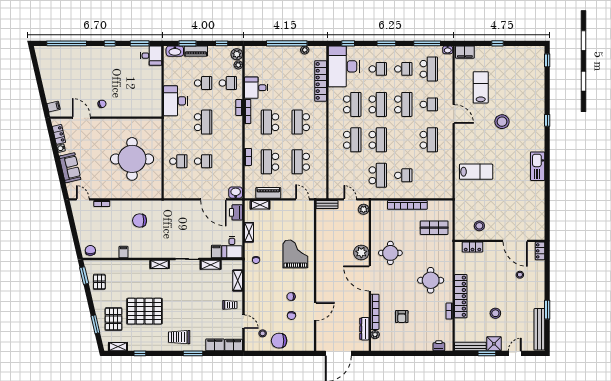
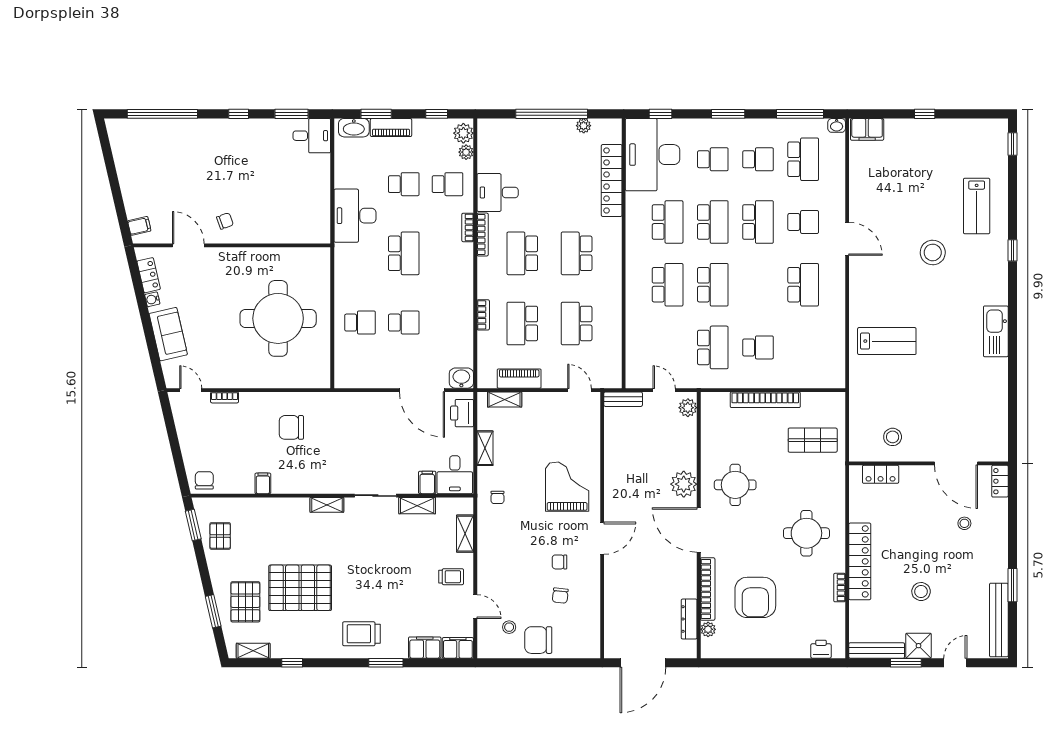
lab bench: (481, 87) -> (977, 206), moved, turned 180
door: (315, 312) -> (602, 538), moved
armchair: (402, 317) -> (755, 597), width x1.88, depth x1.88

